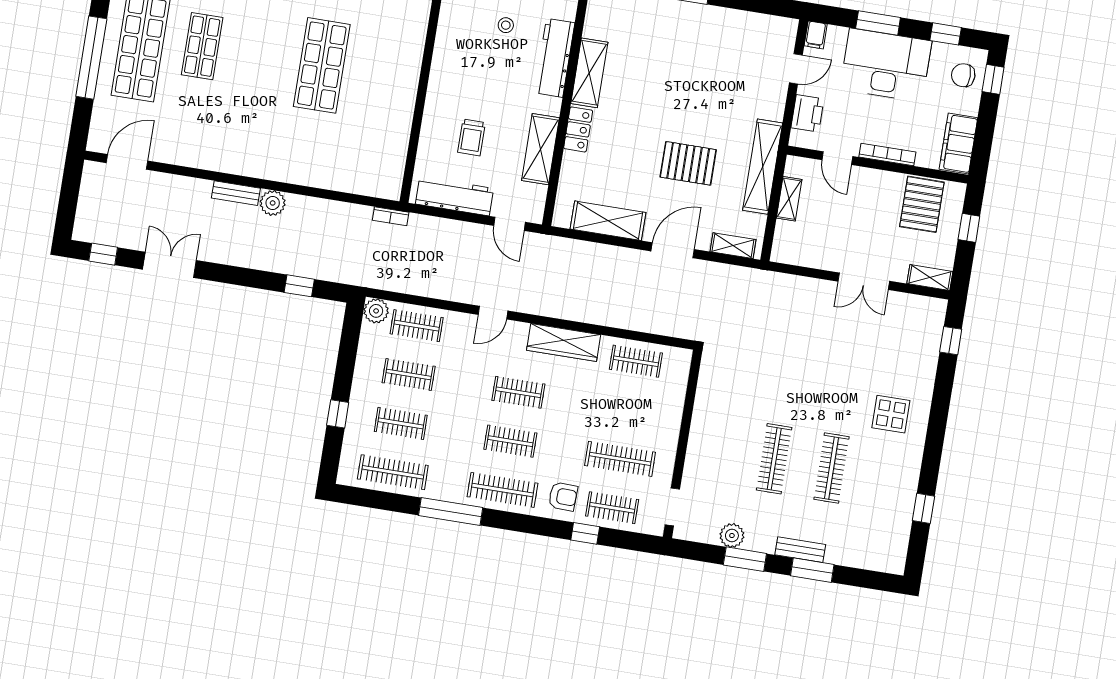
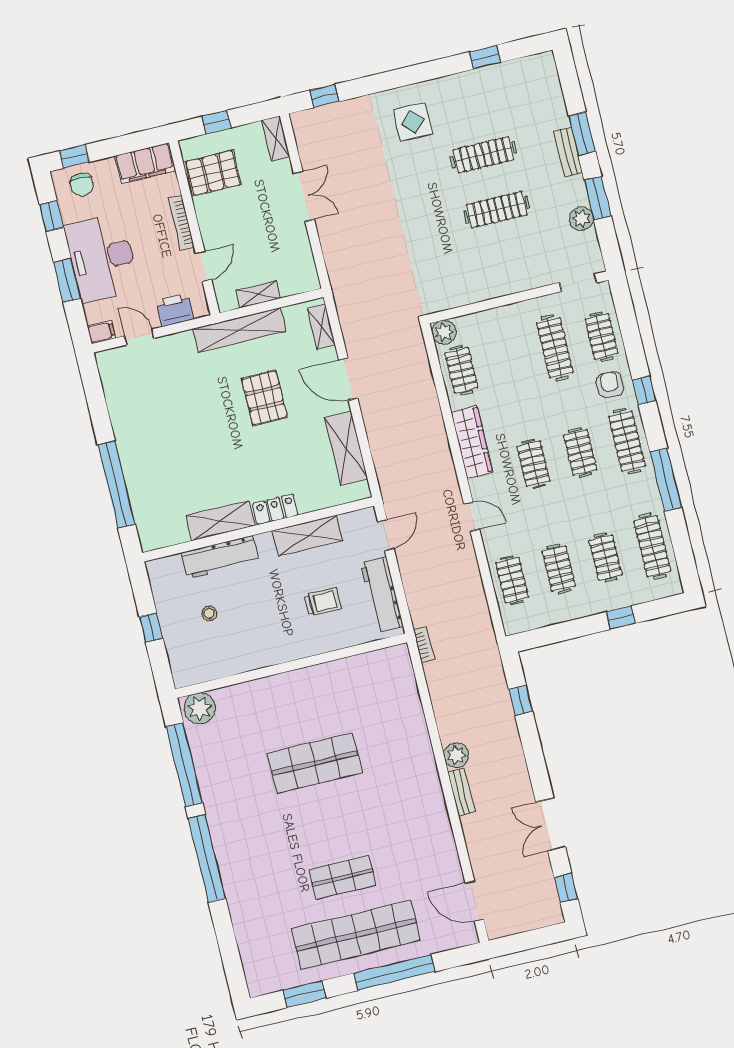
plant: (376, 311) -> (444, 332), moved
window: (585, 533) -> (644, 390), moved

